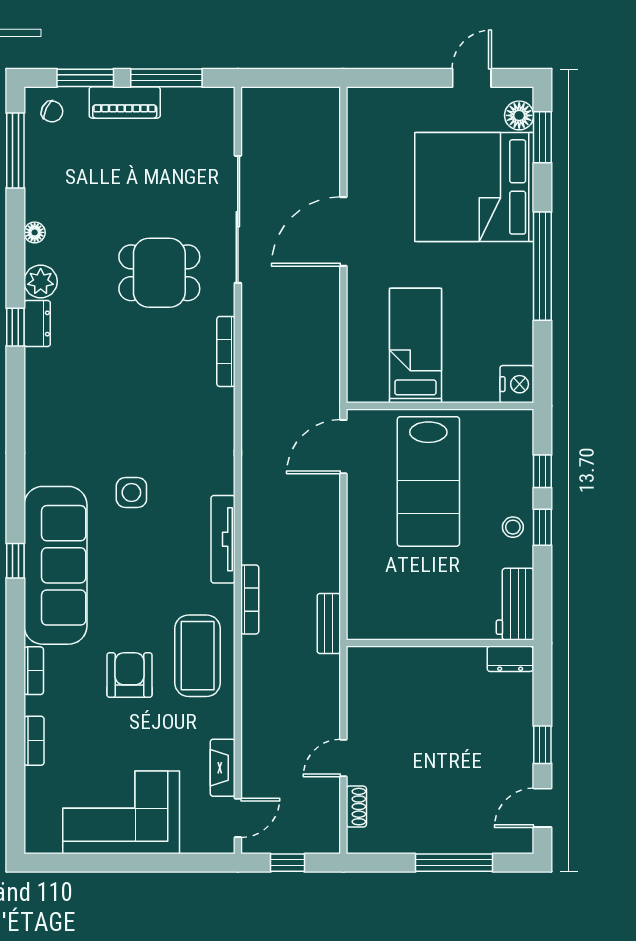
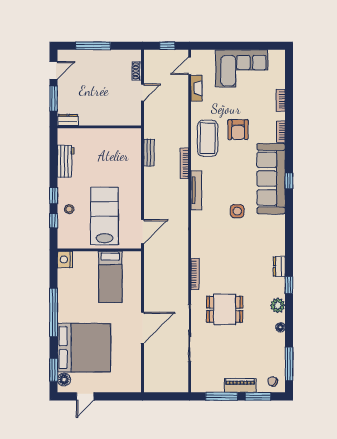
dresser: (37, 323) -> (279, 267), moved
stool: (513, 527) -> (69, 209), moved
wall: (440, 643) -> (99, 127), moved
dresser: (510, 659) -> (68, 120), moved
window: (542, 745) -> (54, 99), width x1.50

